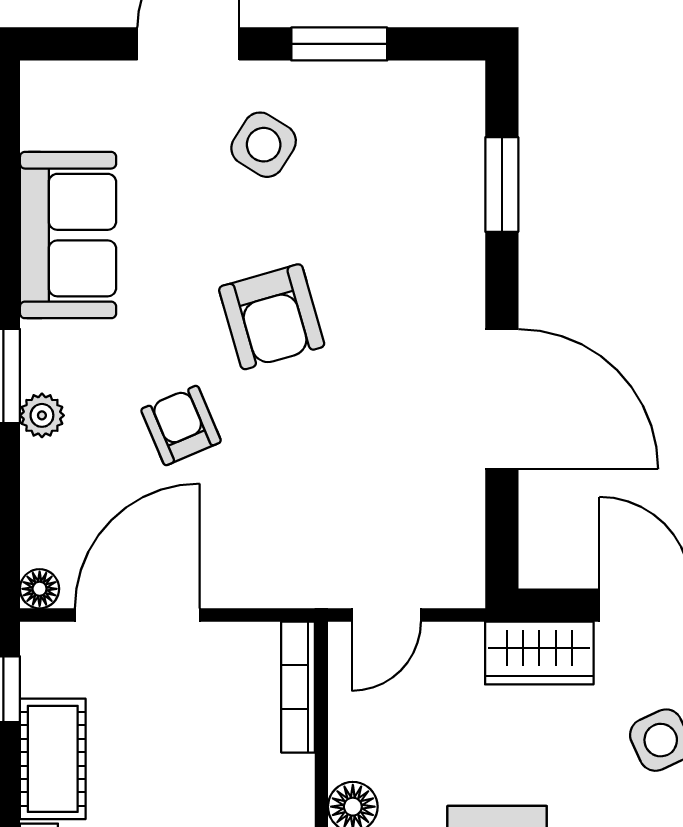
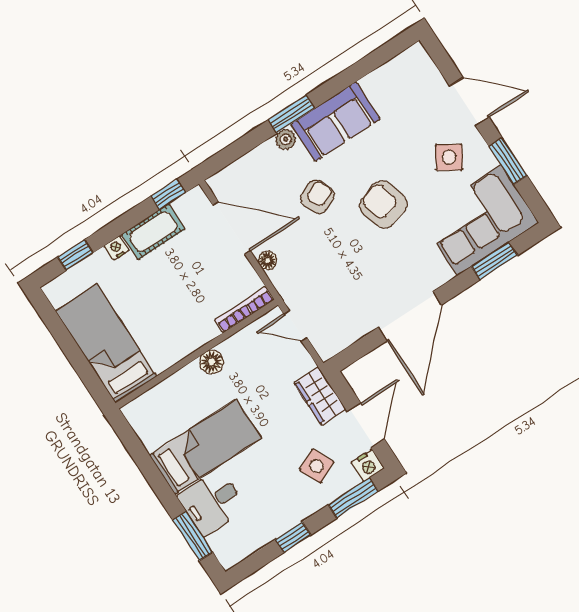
corner sofa: (412, 164) -> (479, 220), added
sofa: (68, 235) -> (335, 122), moved
armchair: (272, 317) -> (383, 204), turned 90
floor lamp: (40, 589) -> (267, 260), moved

